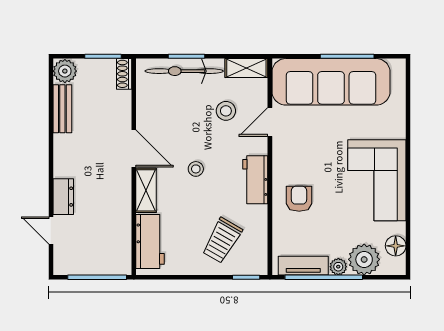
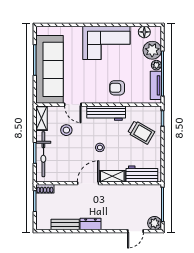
plant: (65, 71) -> (154, 223), moved
workbench: (255, 180) -> (106, 113), width x1.38
dresser: (63, 197) -> (91, 224), moved

